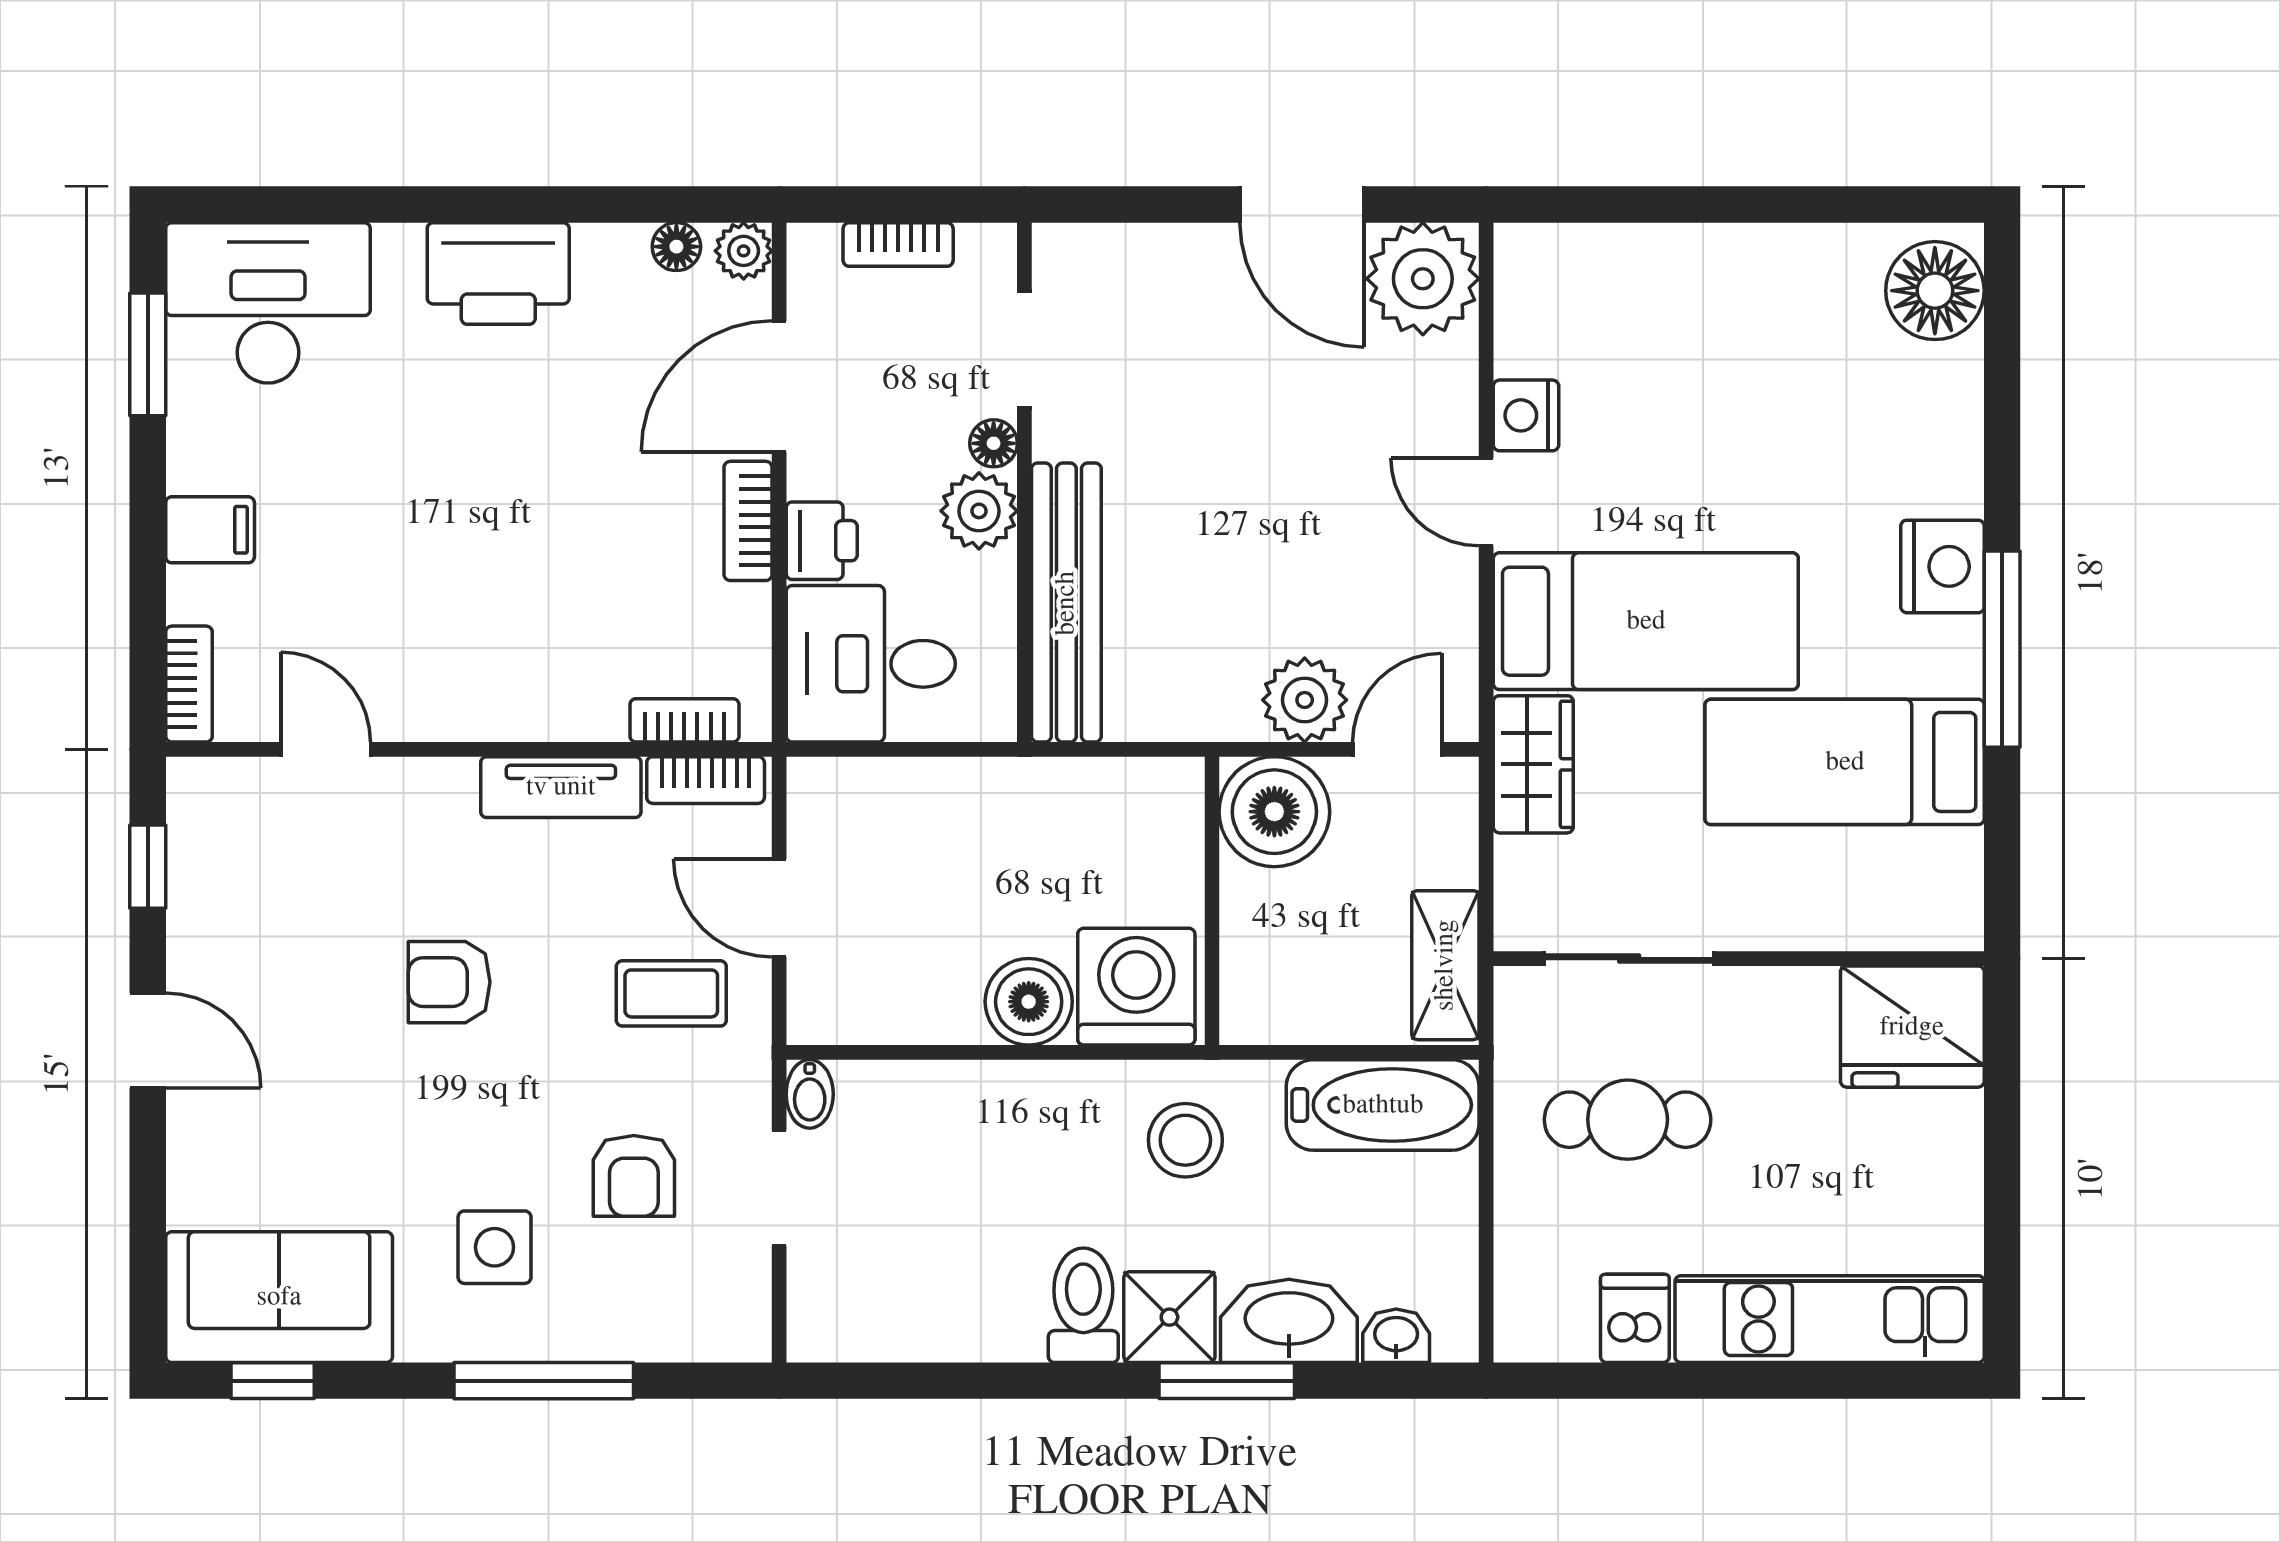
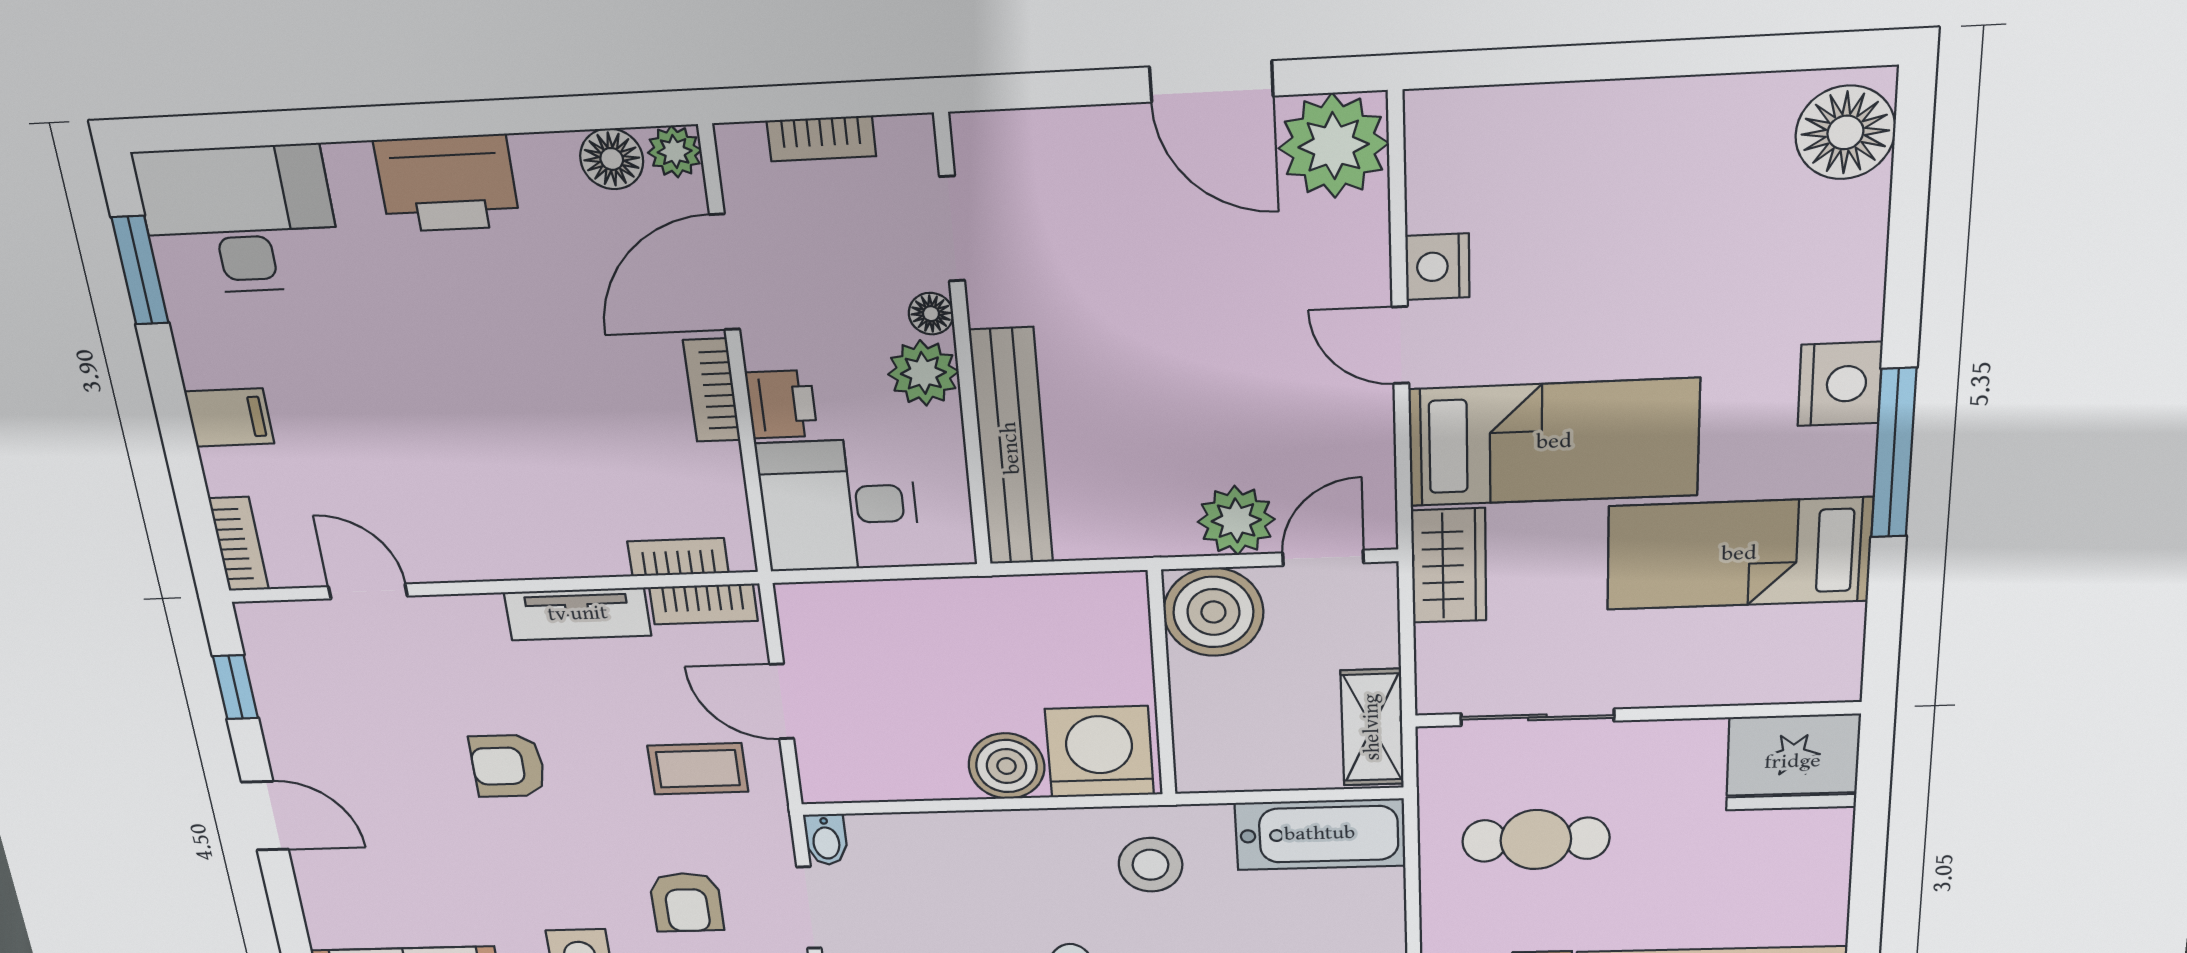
floor lamp: (676, 247) -> (612, 159), width x1.37, depth x1.37

